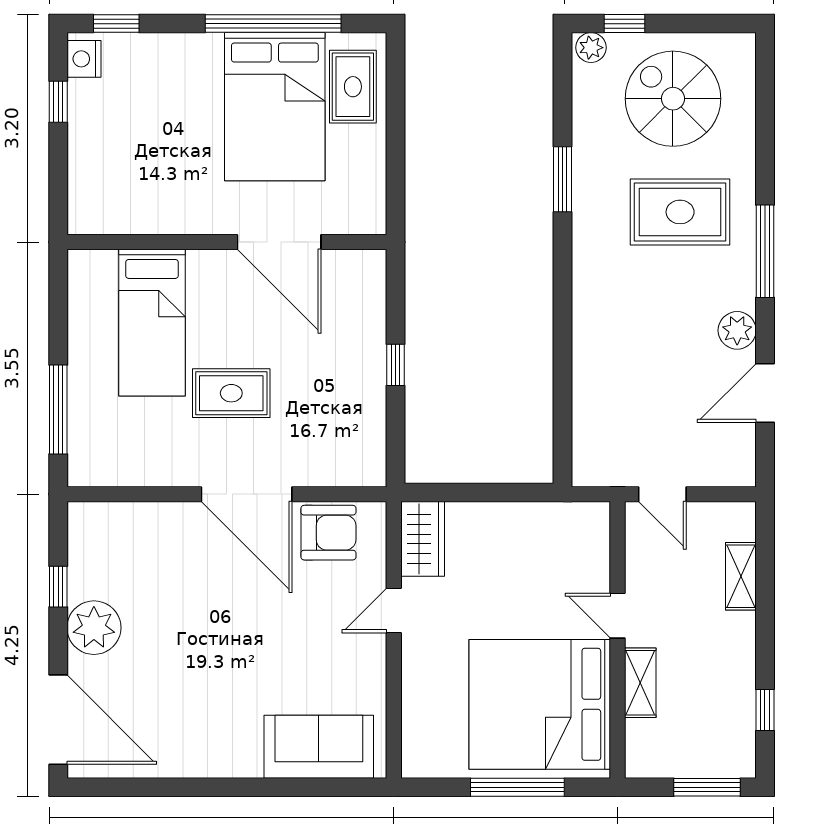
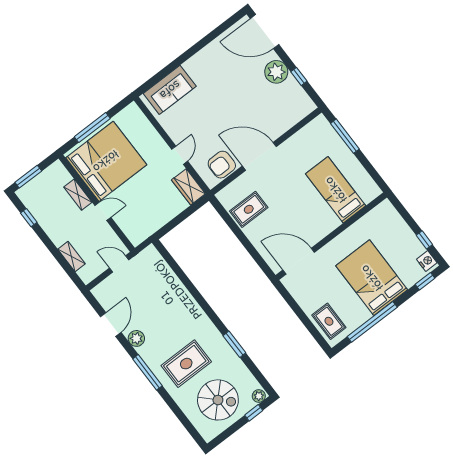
bed: (275, 107) -> (372, 278), moved
door: (279, 242) -> (299, 261), moved
window: (396, 365) -> (243, 238), removed
rug: (231, 393) -> (249, 209), moved

